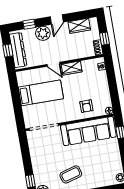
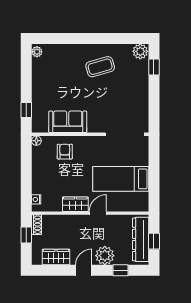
door: (54, 64) -> (98, 213), hinge flipped
sofa: (88, 131) -> (68, 122), width x0.54, depth x0.79

